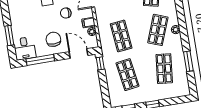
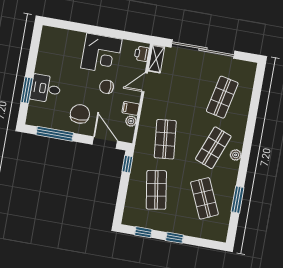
desk: (25, 48) -> (46, 89), moved, turned 90
shop shelf: (164, 69) -> (204, 198), turned -30

